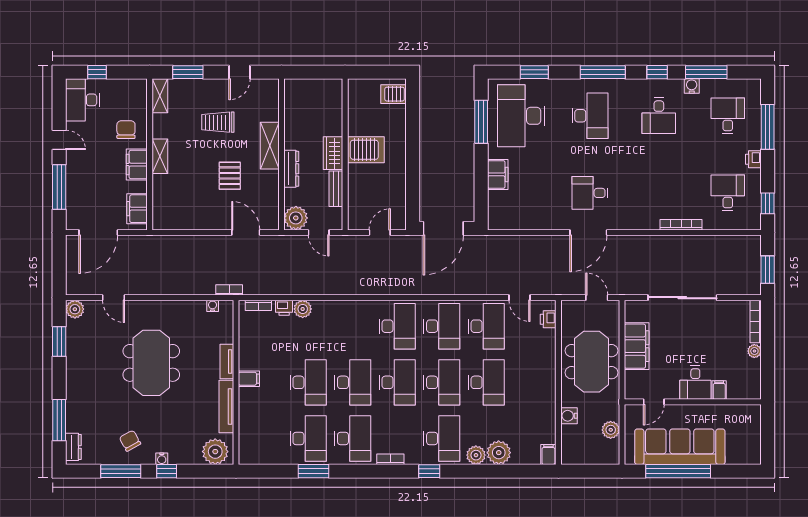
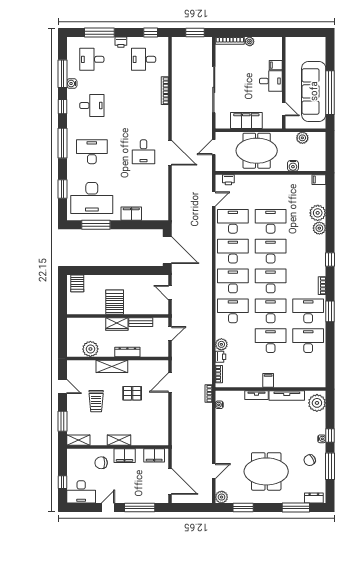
plant: (296, 218) -> (90, 349), moved
meeting table: (151, 363) -> (266, 471), moved
desk: (442, 438) -> (233, 311), moved
window: (313, 471) -> (330, 311), moved

